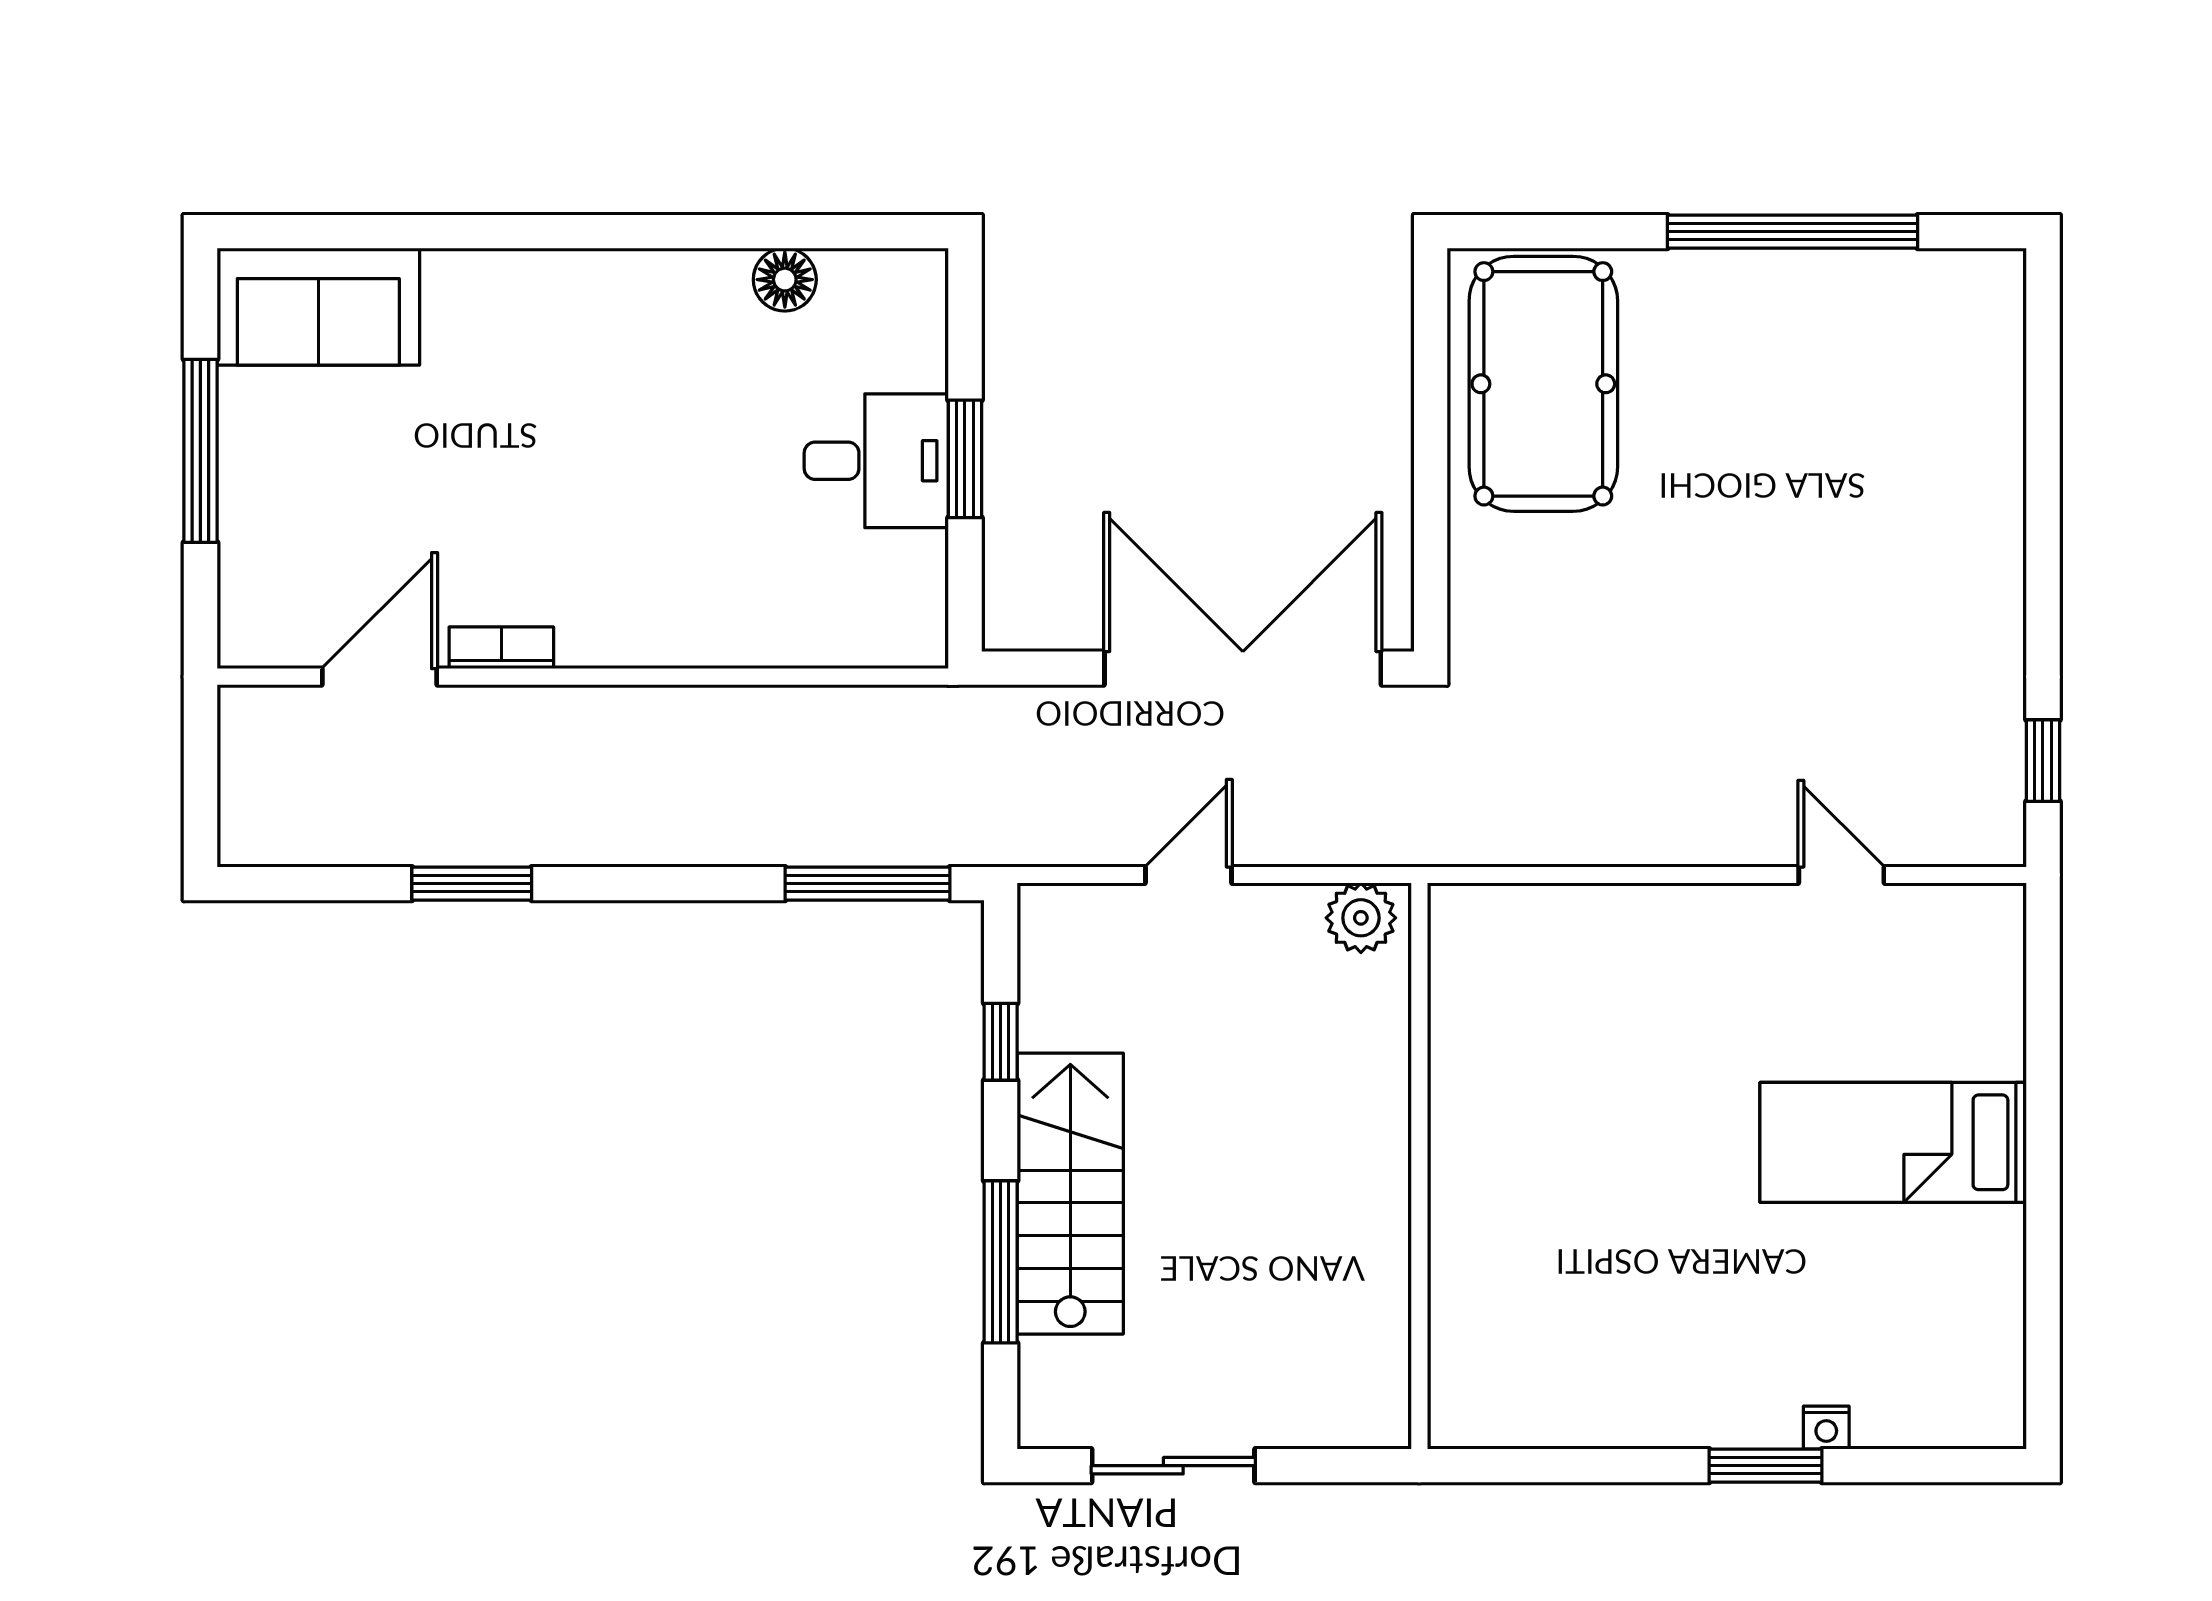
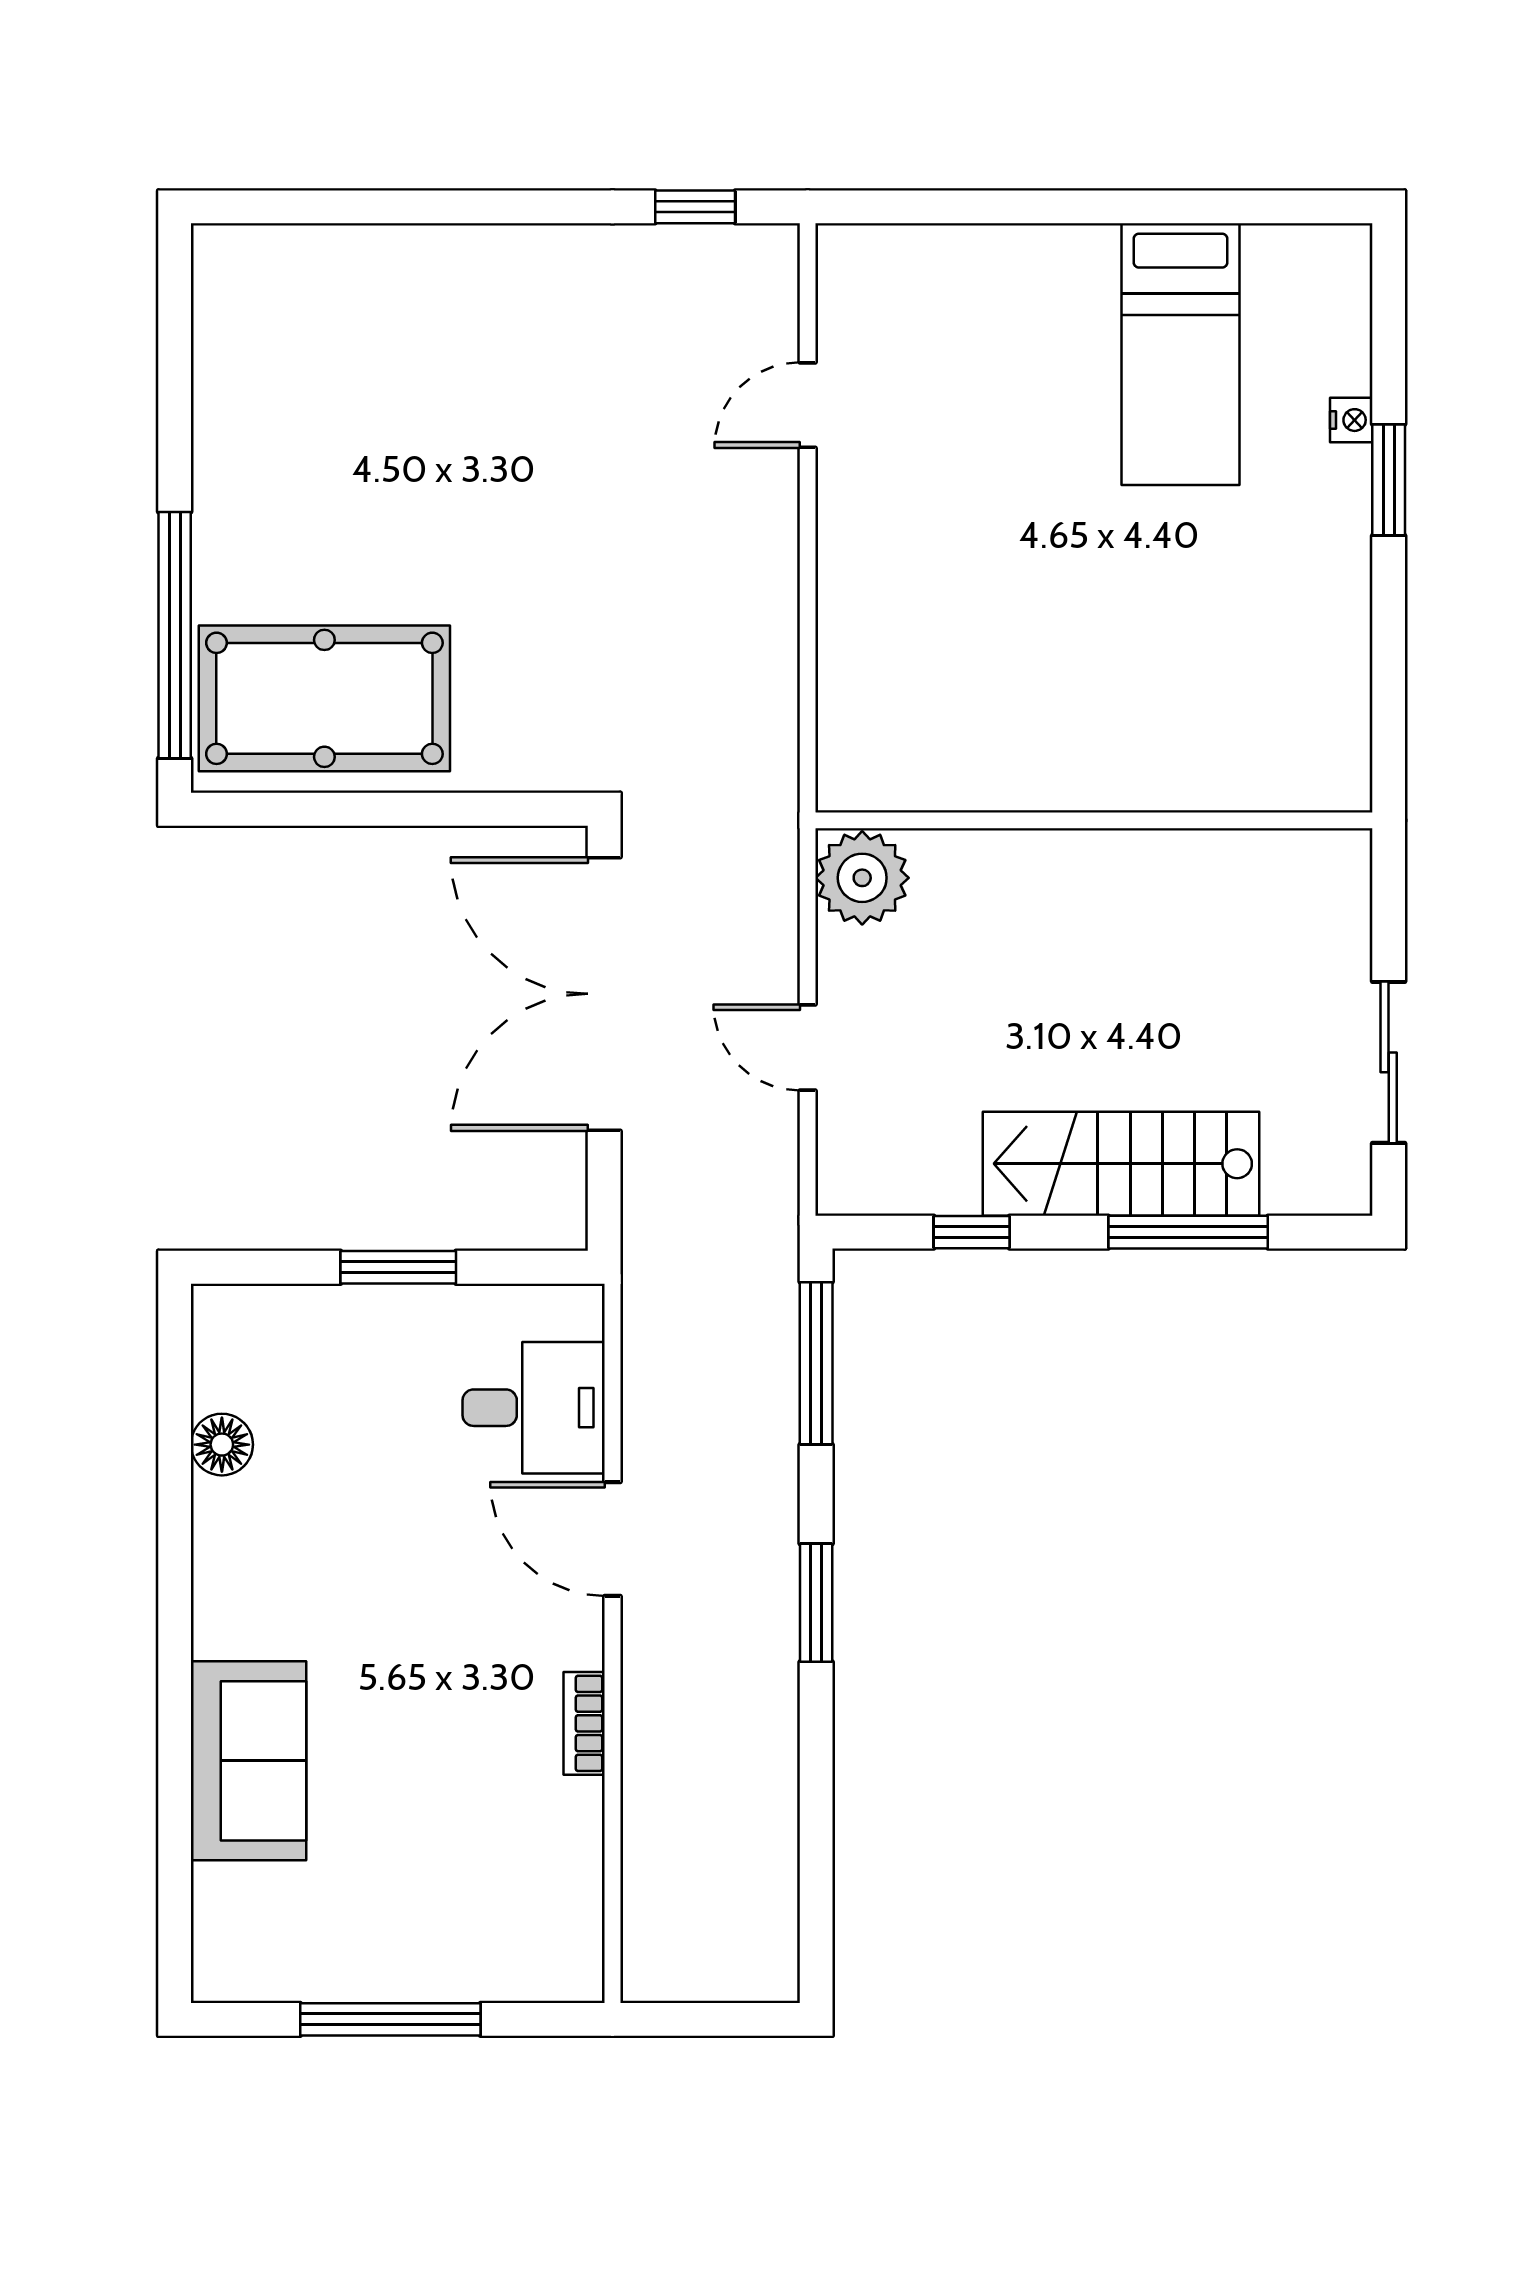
window: (1793, 232) -> (175, 635), moved
sofa: (318, 307) -> (249, 1761), moved
desk: (876, 461) -> (534, 1408), moved, turned 90
door: (379, 677) -> (612, 1539), moved
window: (472, 884) -> (816, 1603), moved
plant: (1361, 918) -> (862, 878), width x1.36, depth x1.36
bed: (1893, 1142) -> (1181, 354), moved

